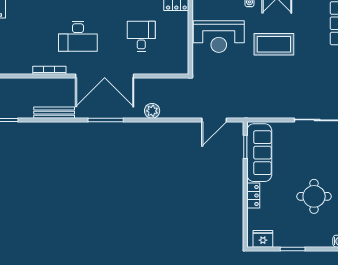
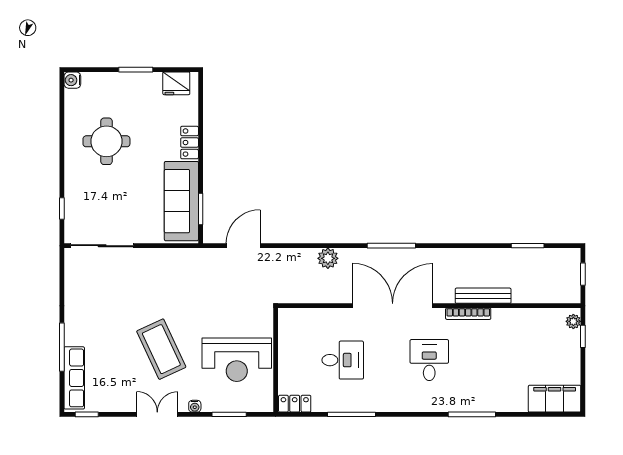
desk: (78, 36) -> (429, 360), width x0.73
desk: (141, 36) -> (343, 360), turned -90
reception desk: (219, 37) -> (237, 360), turned 180
coffee table: (274, 44) -> (161, 349), turned 65
bench: (54, 113) -> (483, 296), moved

